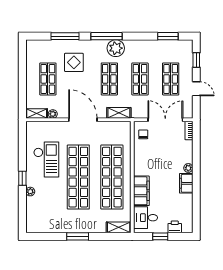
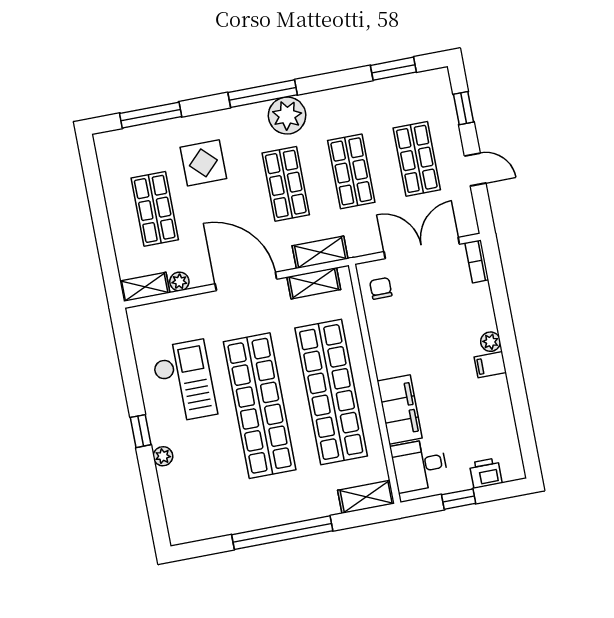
window: (65, 36) -> (151, 115), moved
shelving: (113, 126) -> (314, 283), added
filing cabinet: (186, 183) -> (490, 365), width x0.50
window: (78, 236) -> (282, 533), width x2.11

